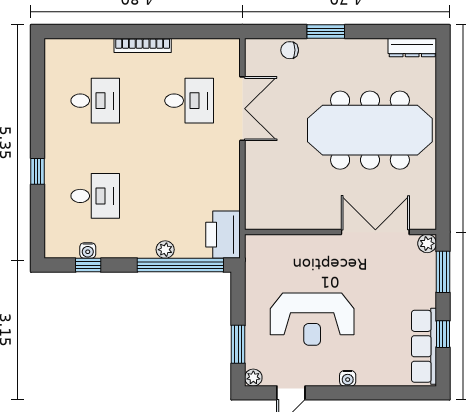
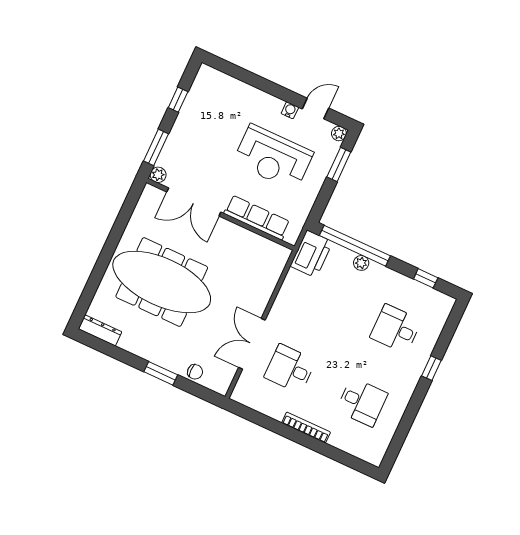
desk: (95, 101) -> (362, 402), turned 180
water cooler: (88, 250) -> (421, 290), removed
reception desk: (312, 319) -> (273, 157), turned 180
row of seats: (424, 346) -> (257, 218), moved, turned -90
water cooler: (348, 378) -> (290, 110), moved

